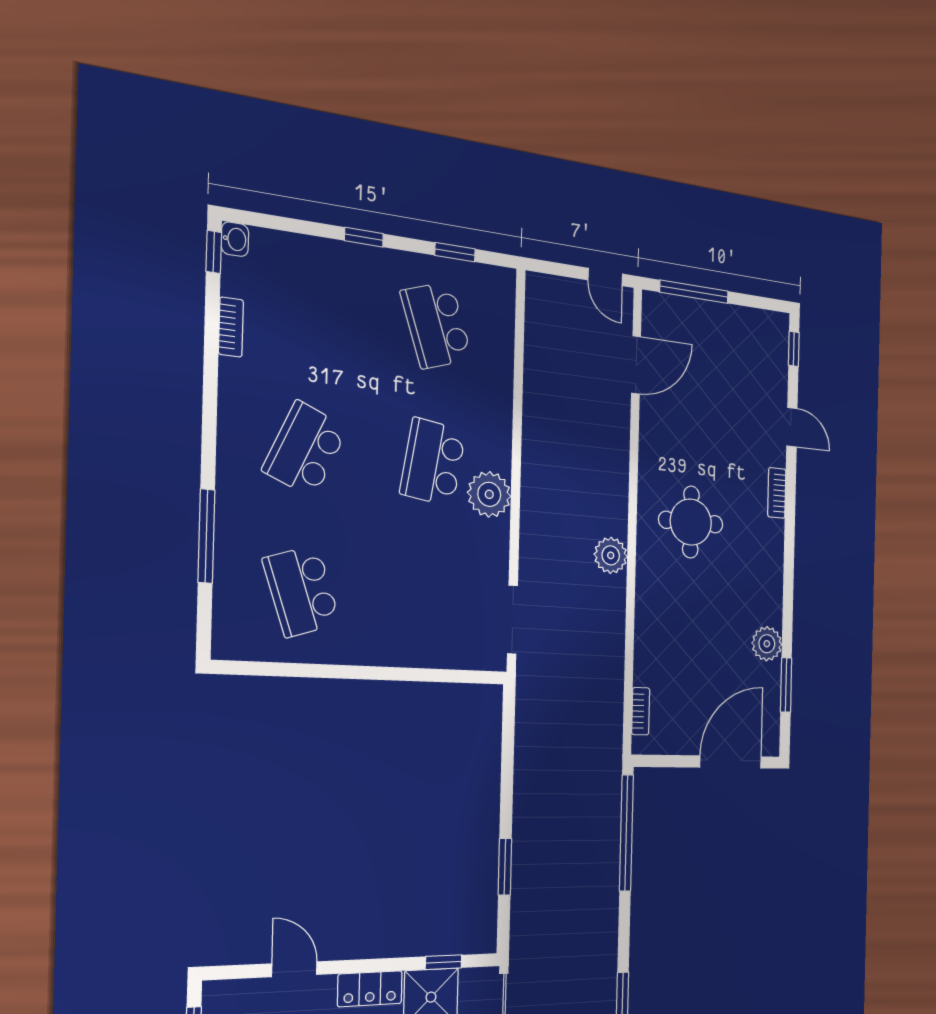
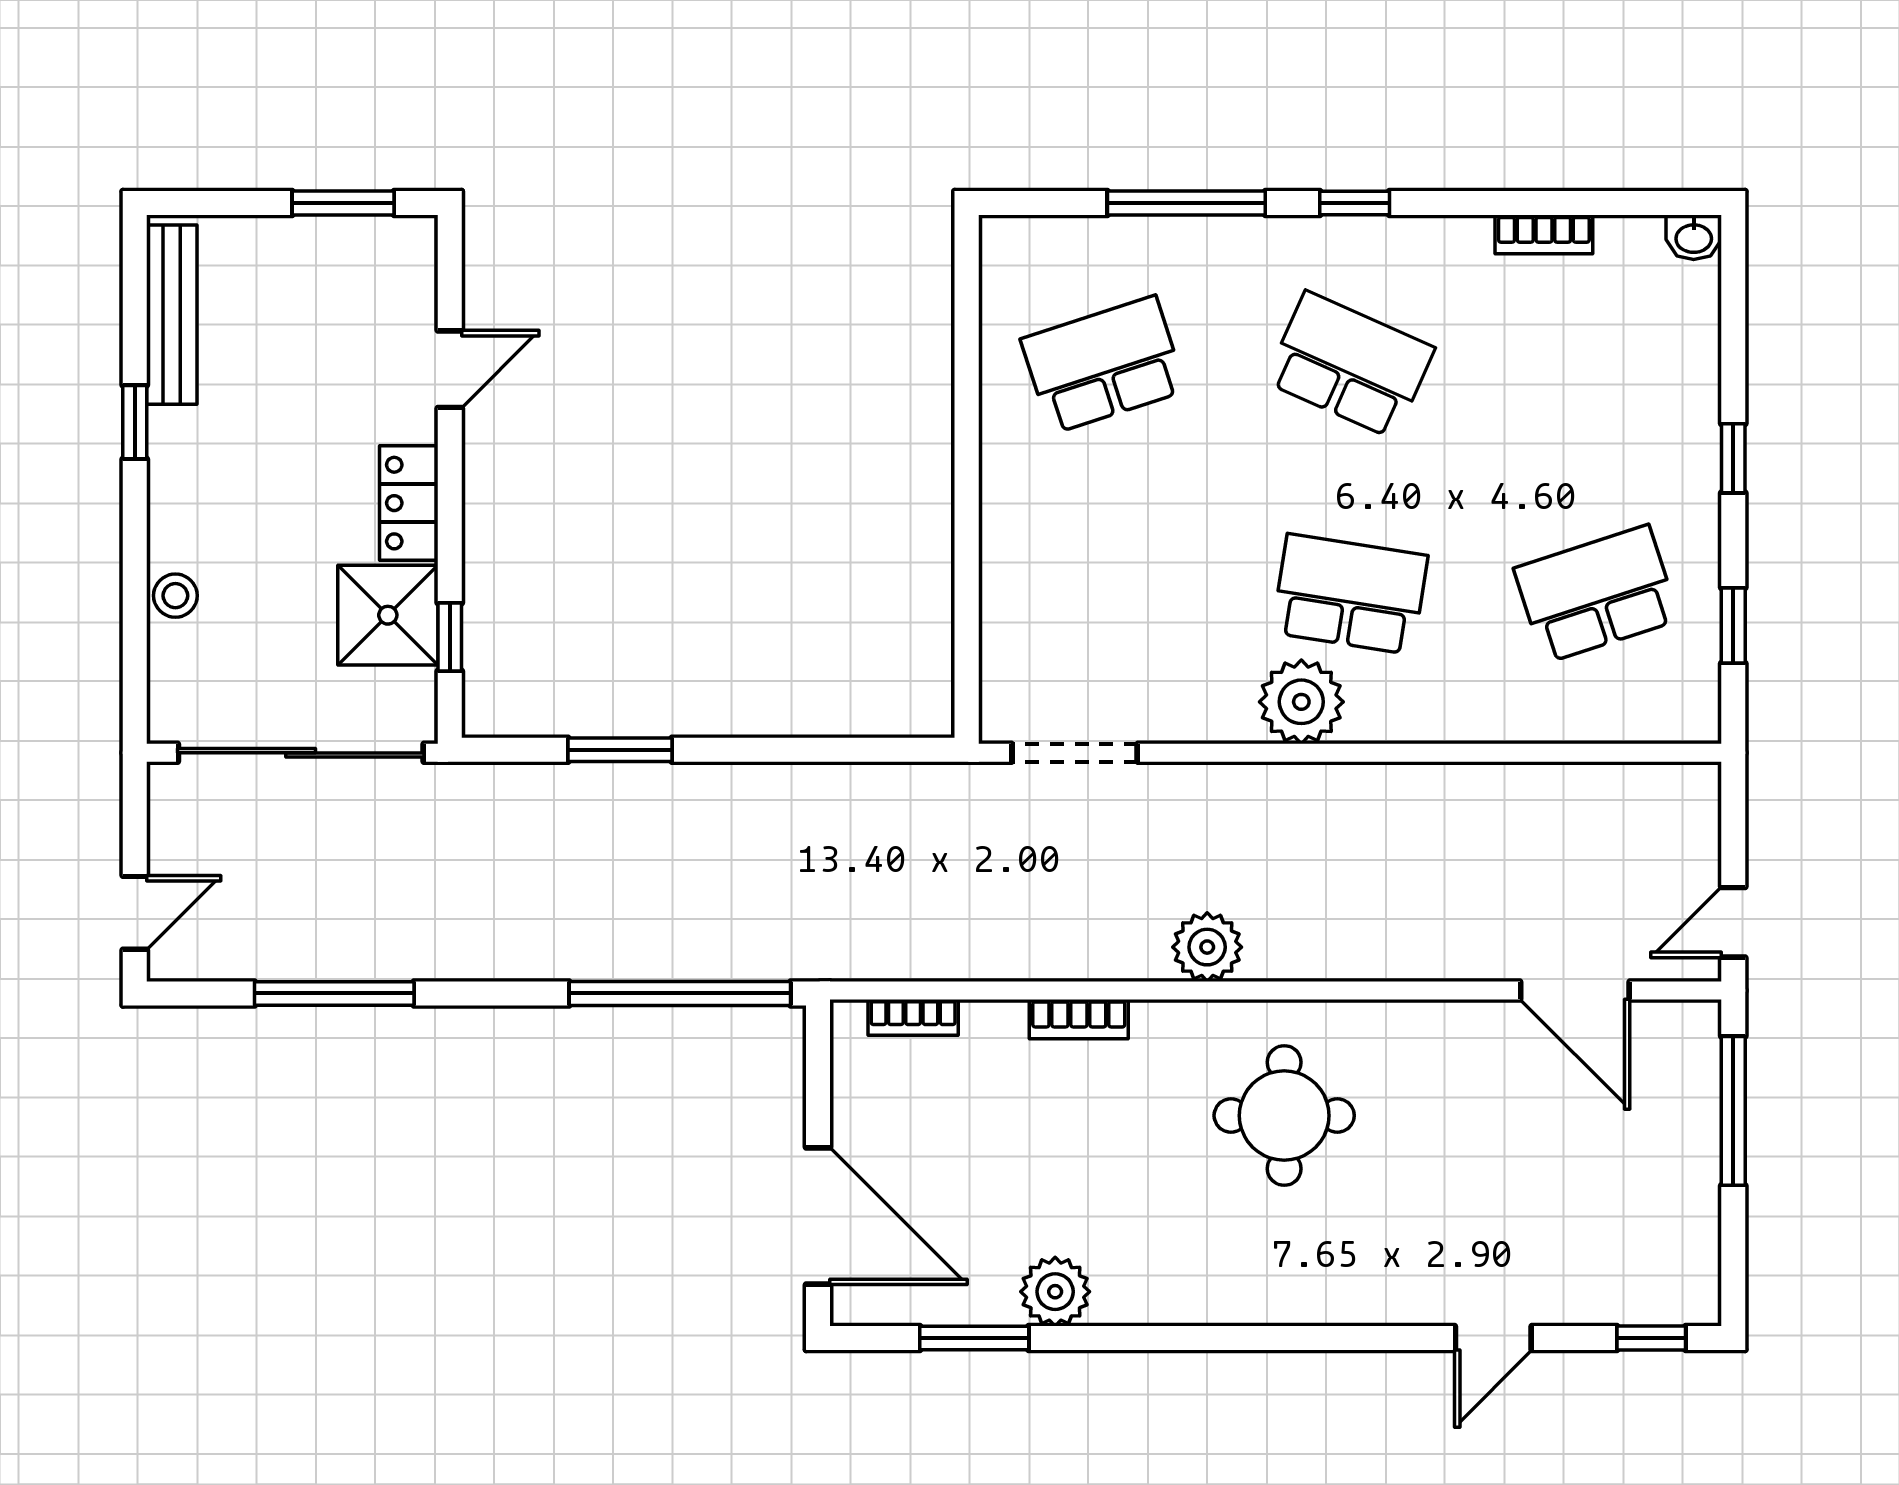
window: (214, 252) -> (1355, 203), moved
bookcase: (777, 493) -> (1079, 1019), moved, turned 180

